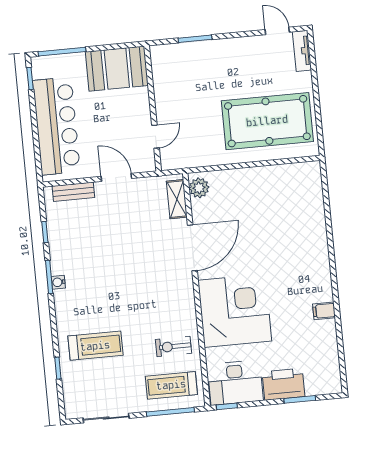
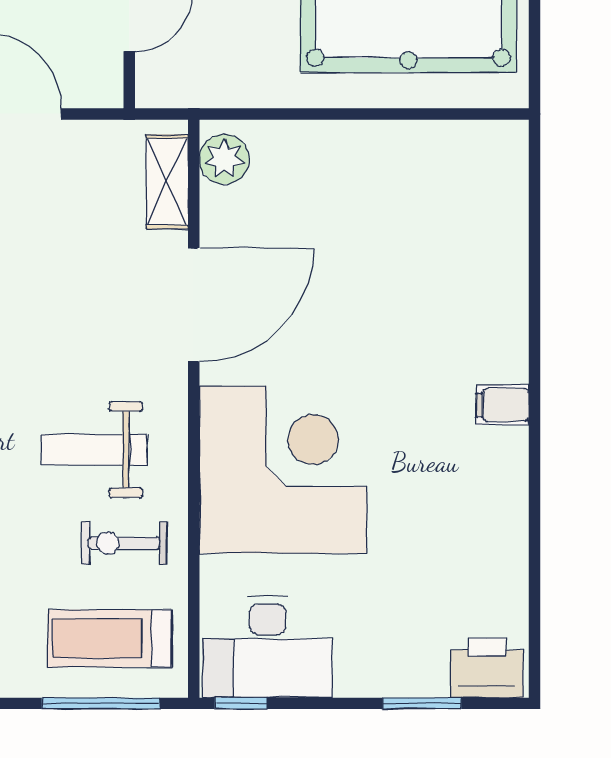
weight bench: (158, 310) -> (94, 450), added
filing cabinet: (324, 311) -> (502, 405), moved
printer: (283, 384) -> (487, 668), moved, width x0.73, depth x0.84

